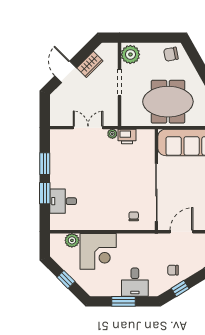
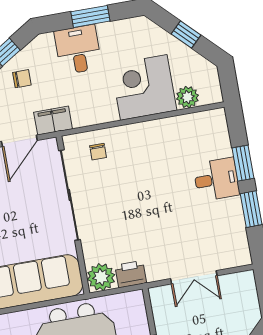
plant: (112, 134) -> (101, 277), moved, width x1.87, depth x1.87
desk: (63, 201) -> (216, 179), moved
filing cabinet: (158, 241) -> (53, 121), added

